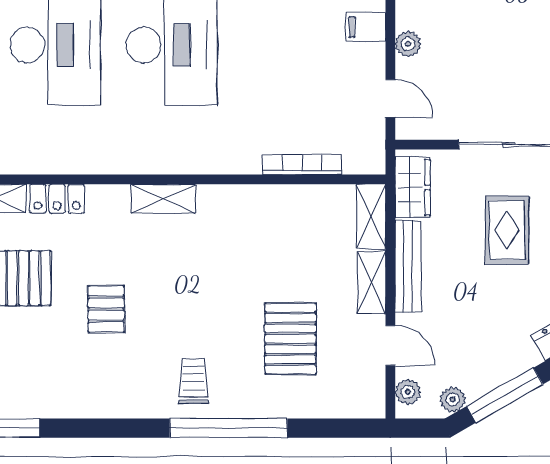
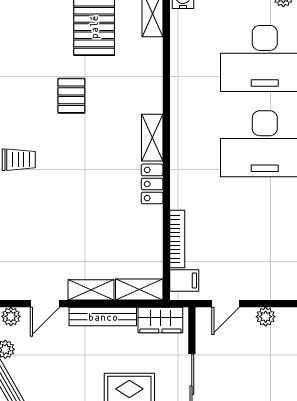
filing cabinet: (366, 27) -> (184, 281), moved, turned 90
locker: (57, 199) -> (152, 184), moved
pallet: (106, 309) -> (71, 96), turned 90
pallet: (290, 339) -> (50, 231), removed

